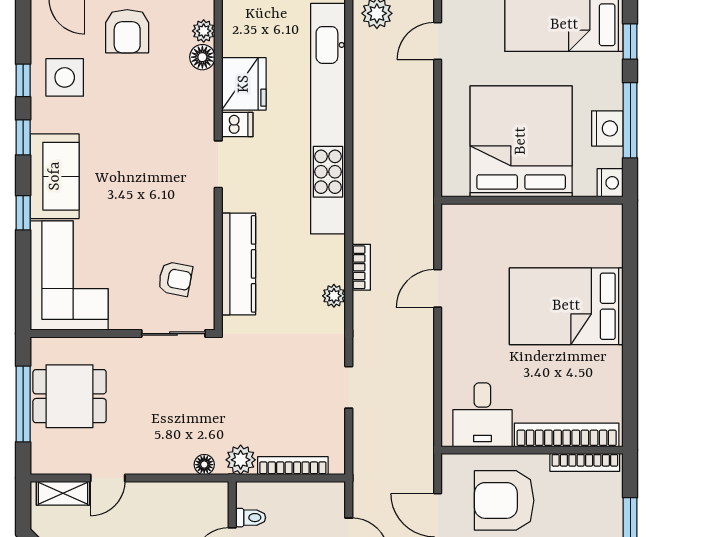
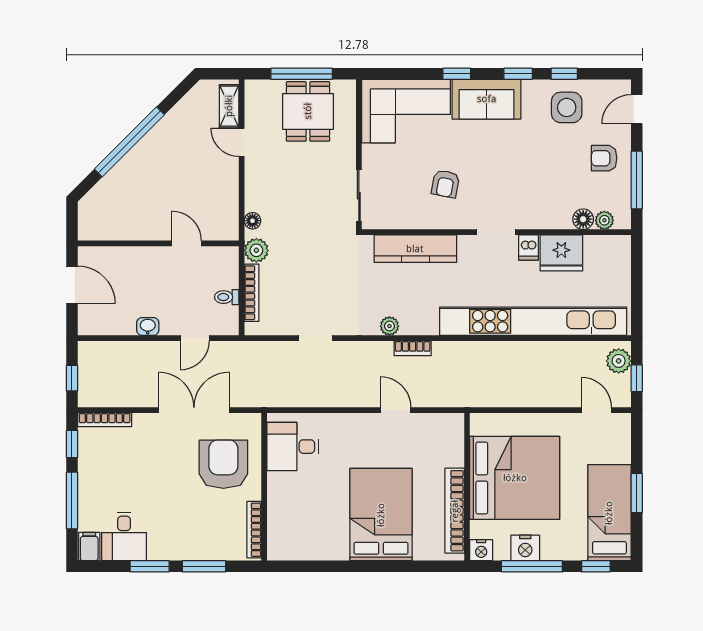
armchair: (127, 31) -> (604, 158), width x0.72, depth x0.72
armchair: (175, 279) -> (445, 184), moved
bookcase: (567, 435) -> (455, 511), moved, turned 180
toilet: (251, 518) -> (227, 297), moved, turned 90

